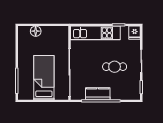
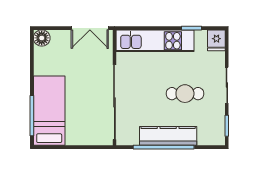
double door: (54, 25) -> (90, 28), added
floor lamp: (36, 31) -> (42, 38), moved
bed: (44, 78) -> (49, 111), moved
kitchen counter: (98, 94) -> (168, 136), width x1.50

